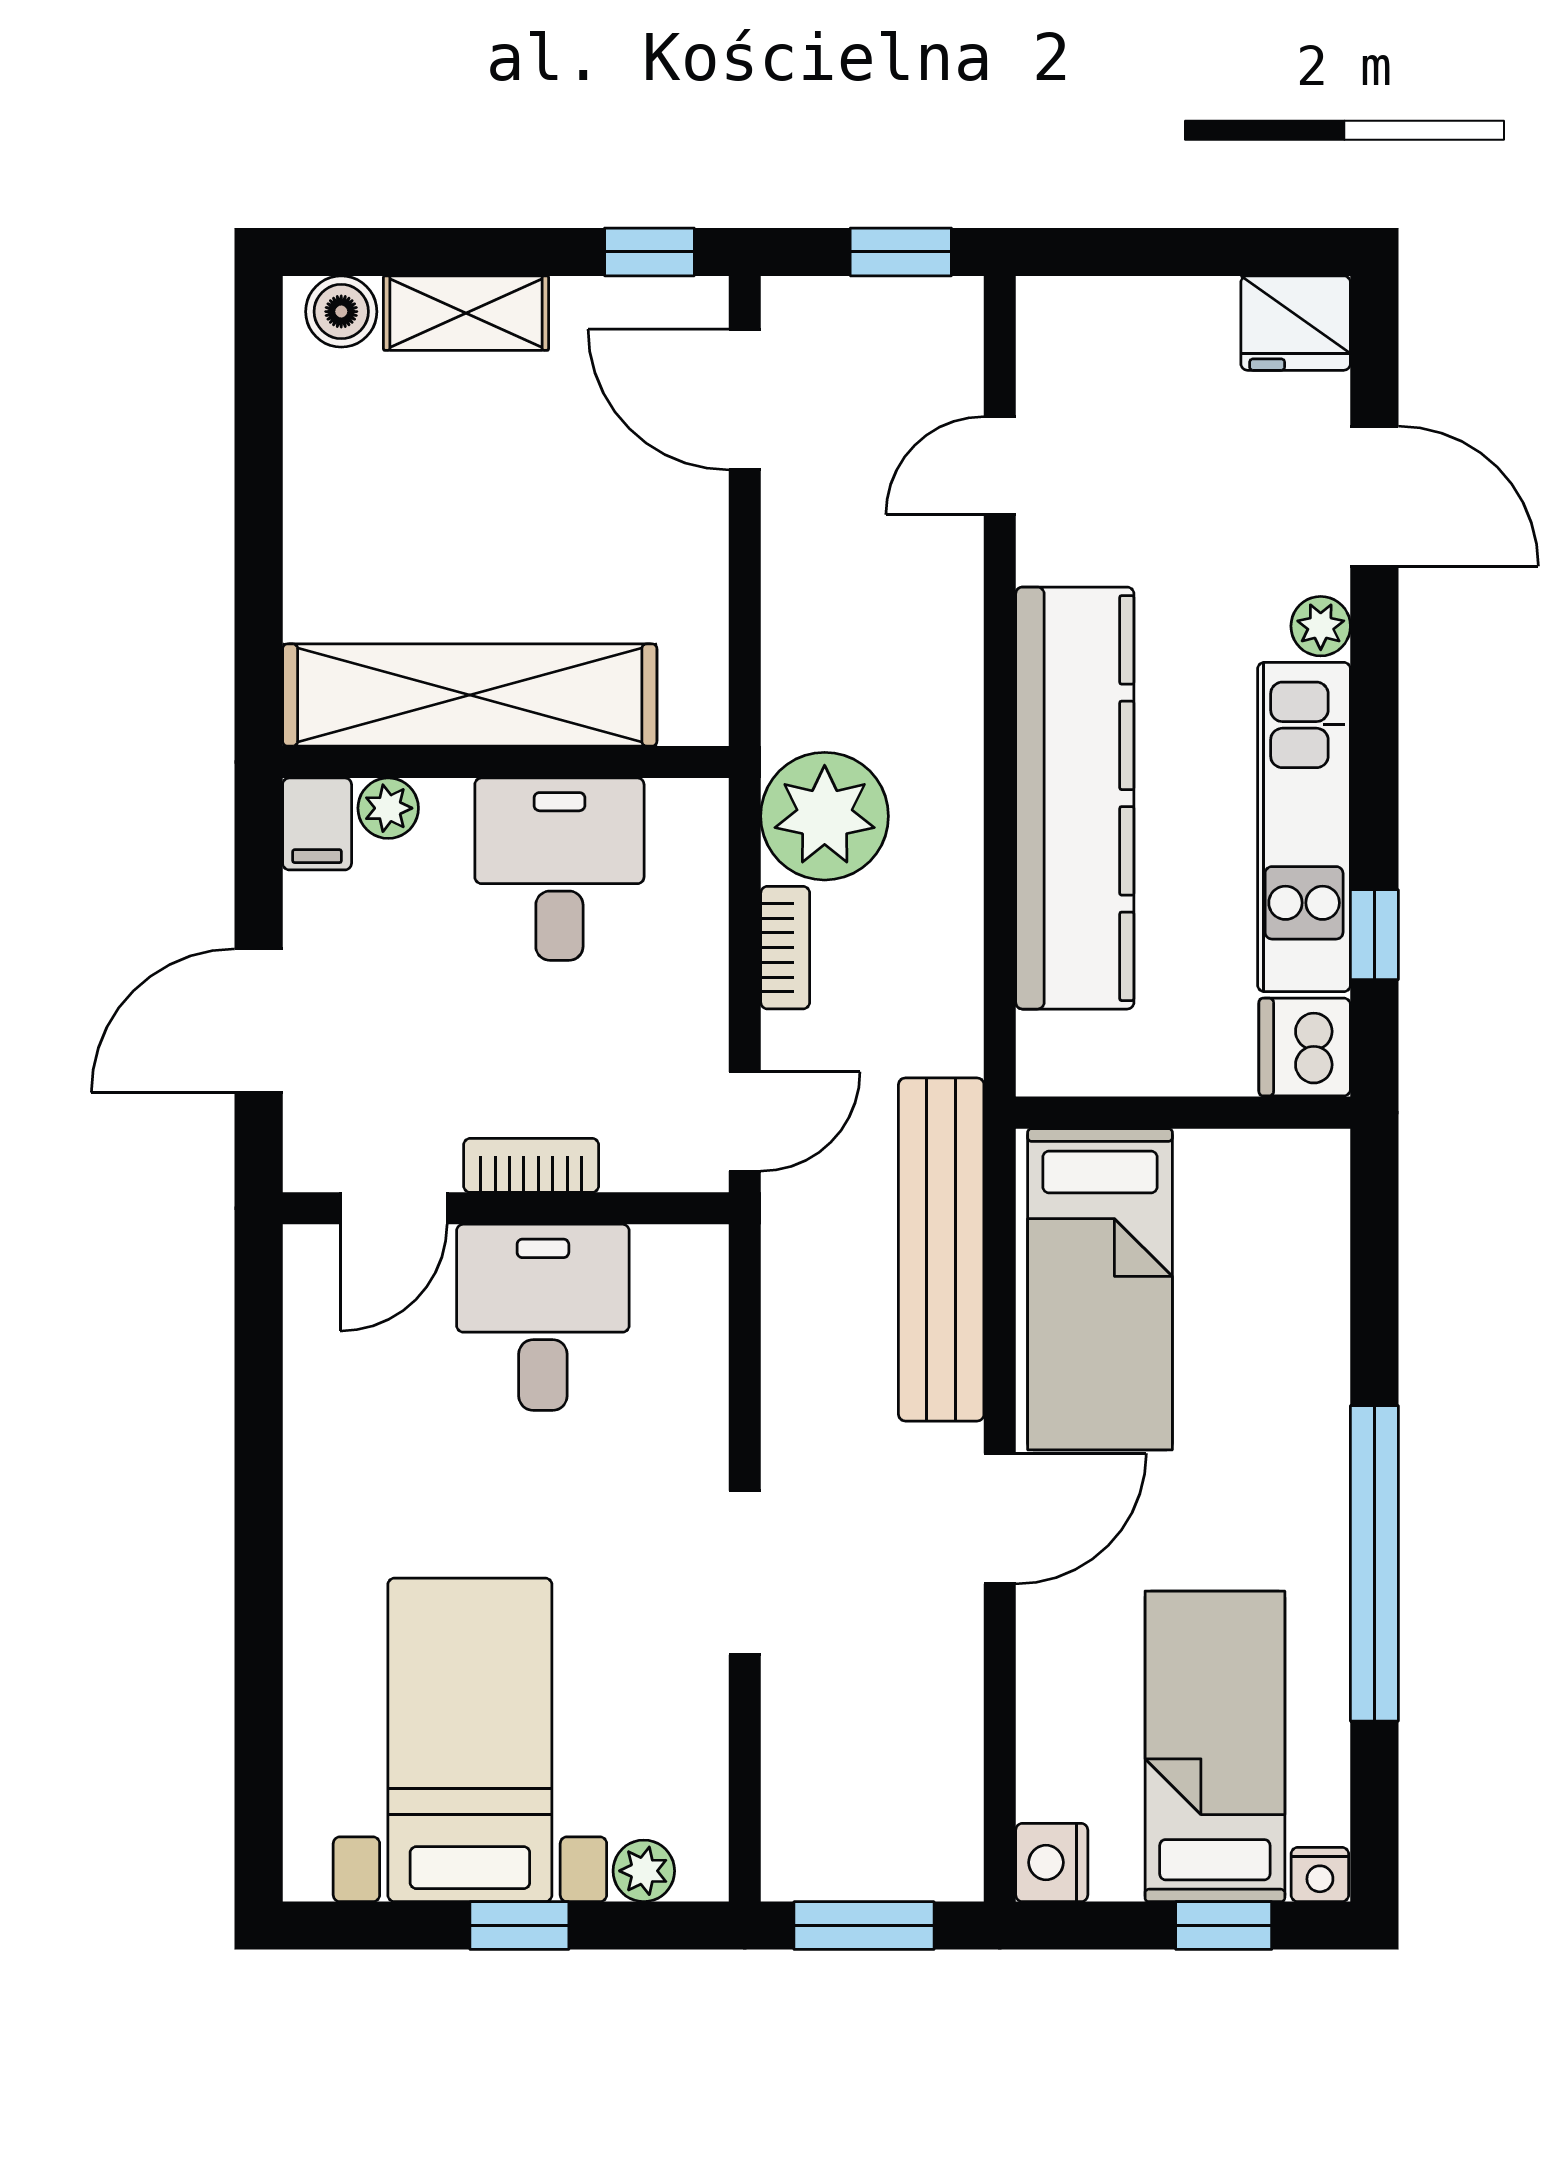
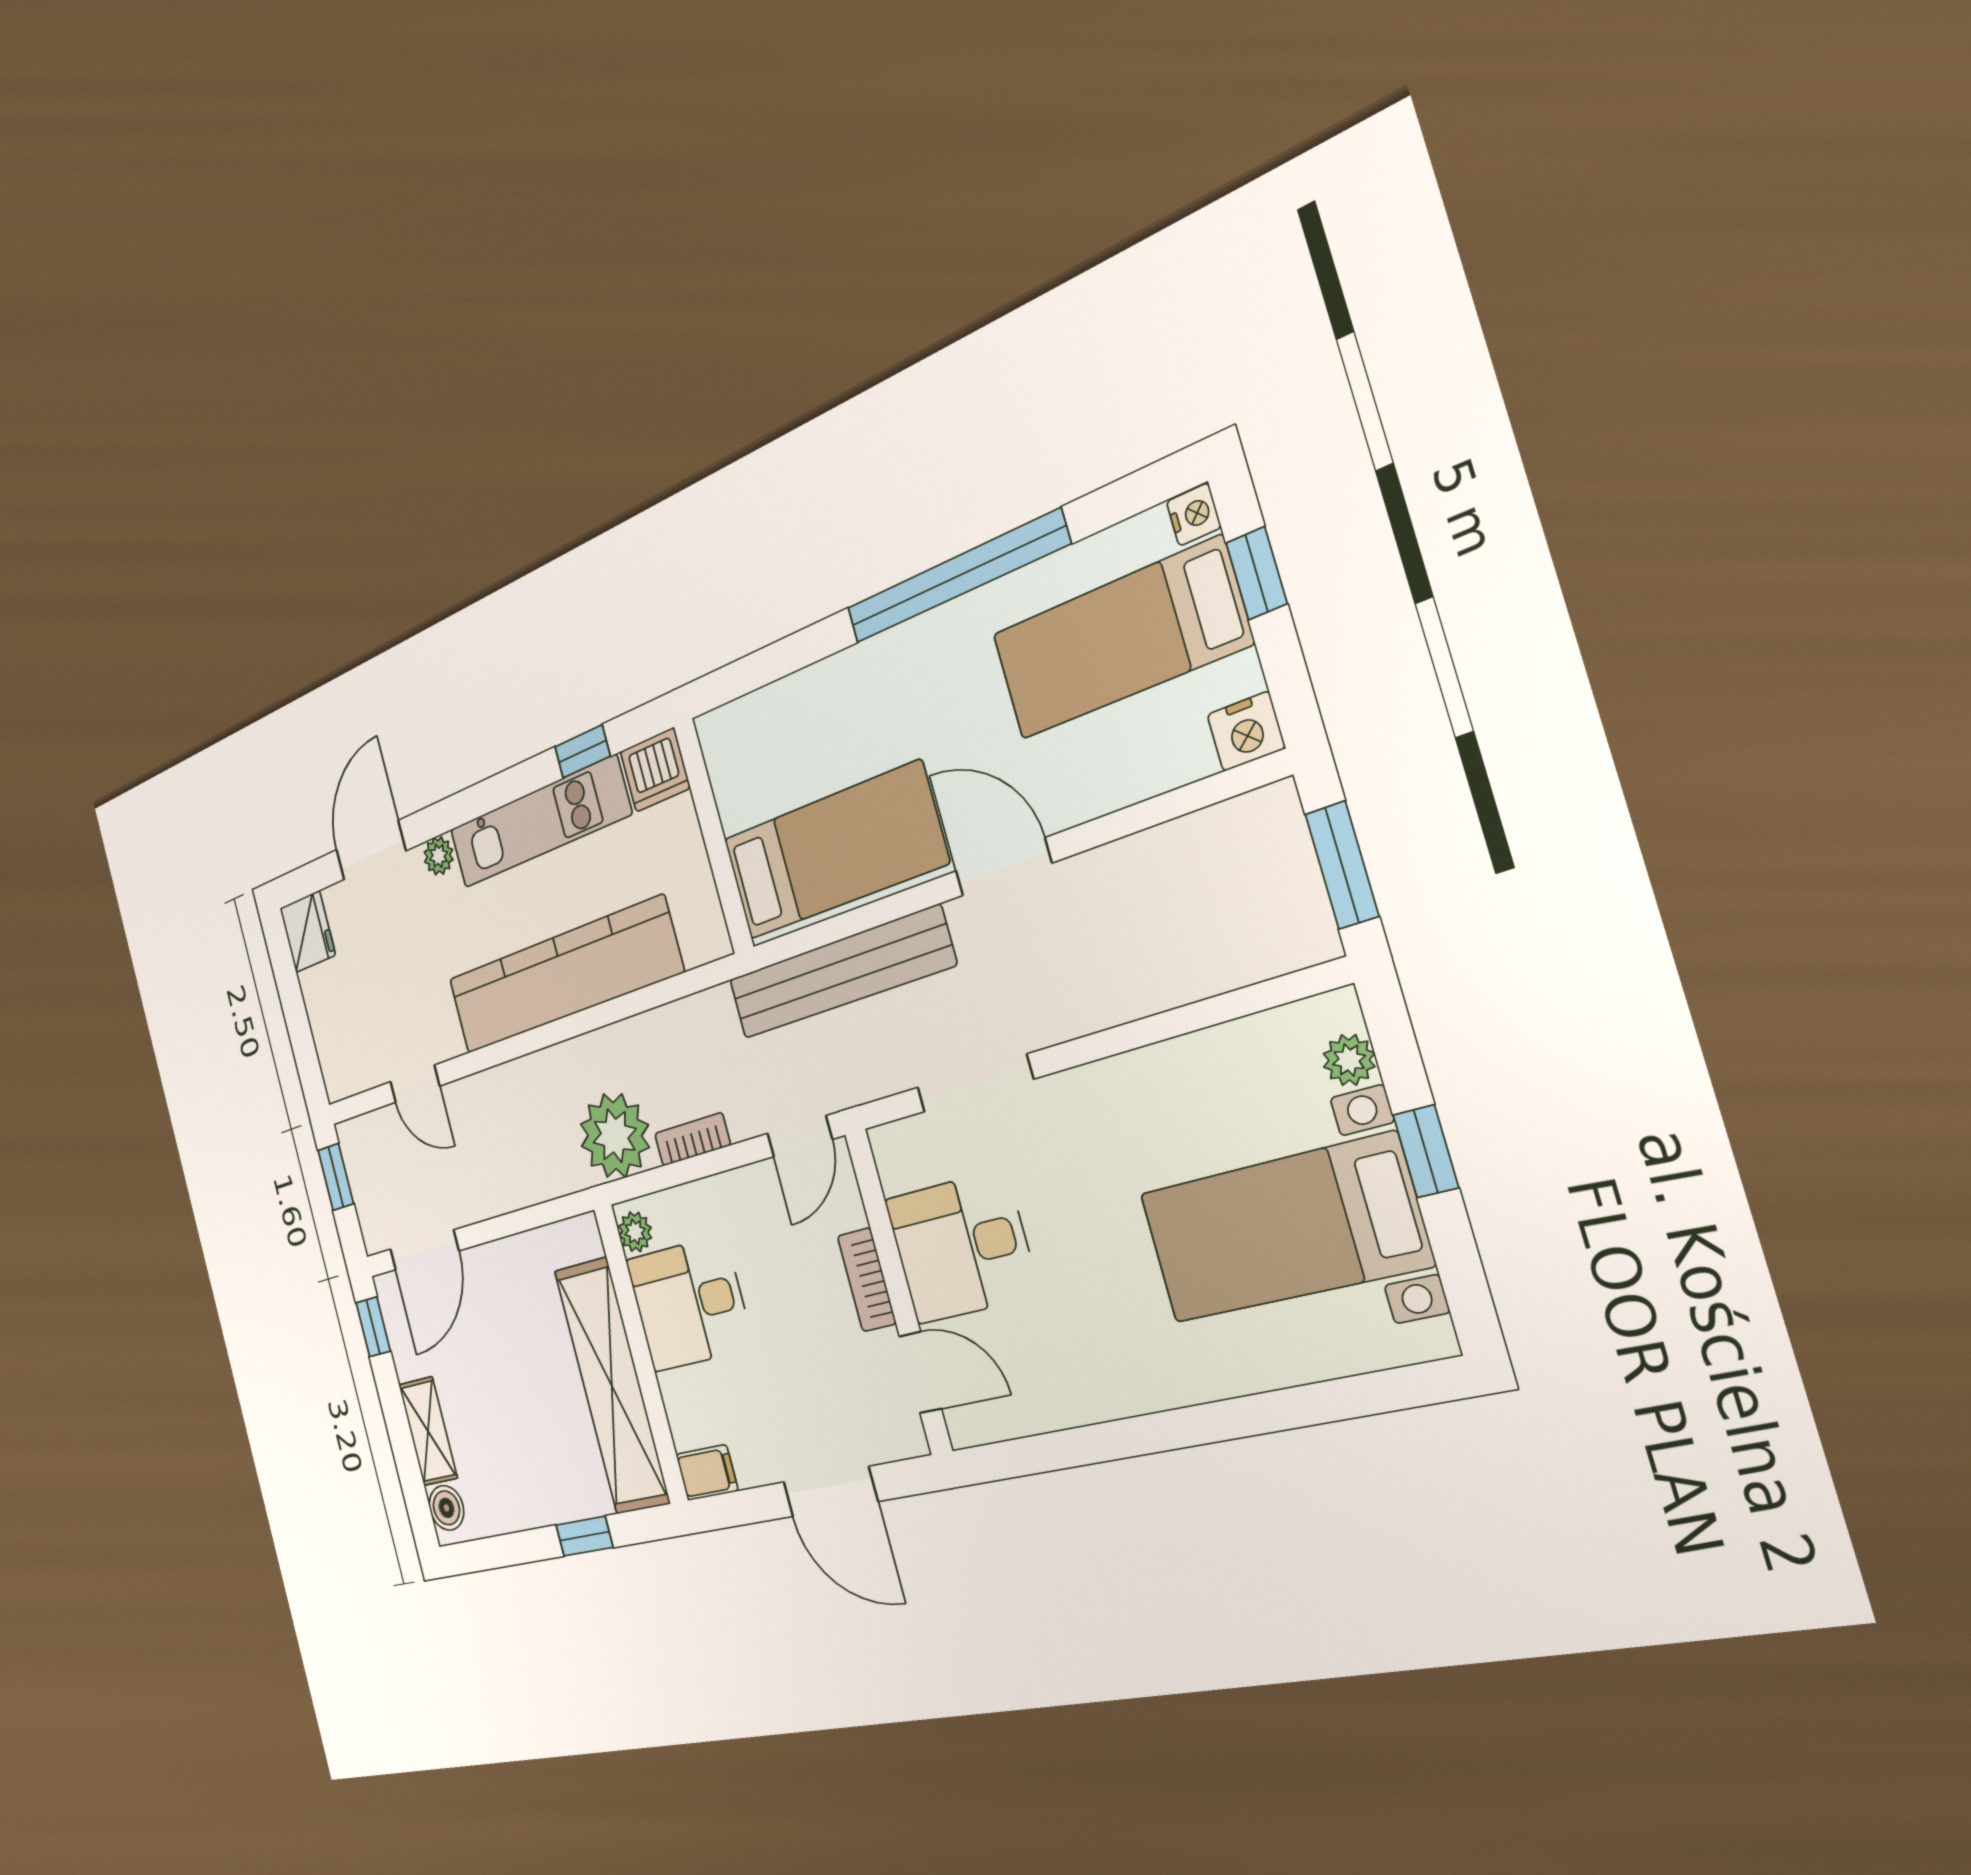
window: (259, 572) -> (584, 1536), added
plant: (388, 808) -> (635, 1232), moved
door: (745, 1122) -> (800, 1136), swing flipped
doorway: (745, 1573) -> (975, 1083), moved

